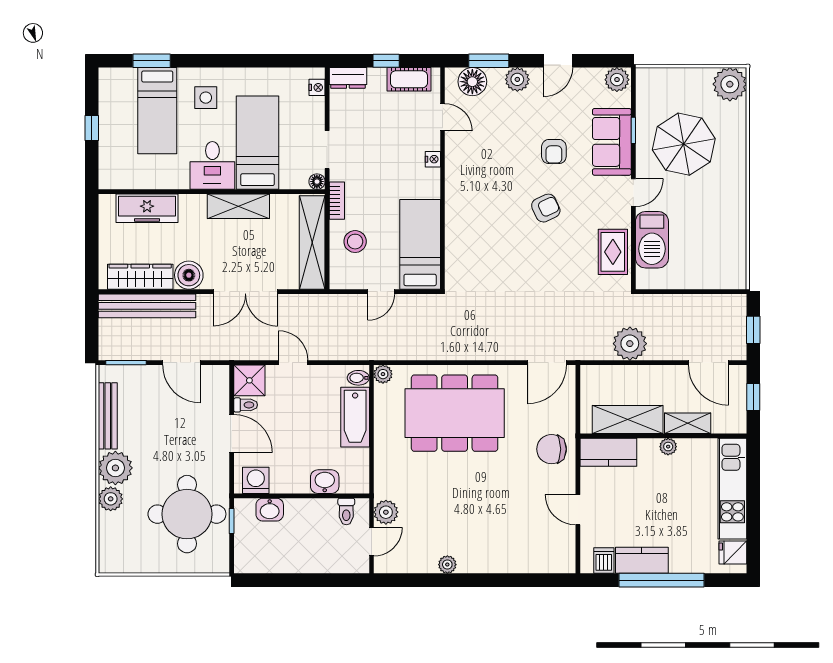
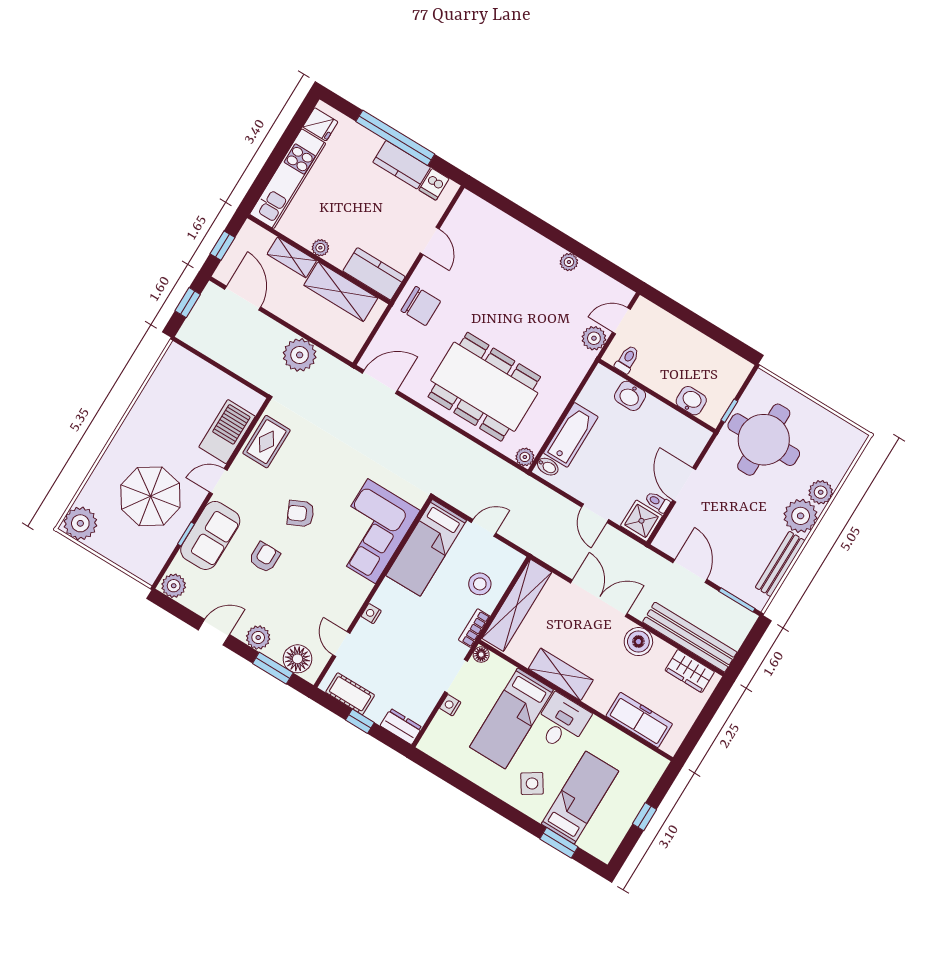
nightstand: (317, 87) -> (450, 705), moved
side table: (206, 98) -> (532, 783), turned -33
corner sofa: (476, 230) -> (372, 531), added
wardrobe: (140, 277) -> (690, 671), width x0.67
washing machine: (256, 480) -> (688, 433), removed

